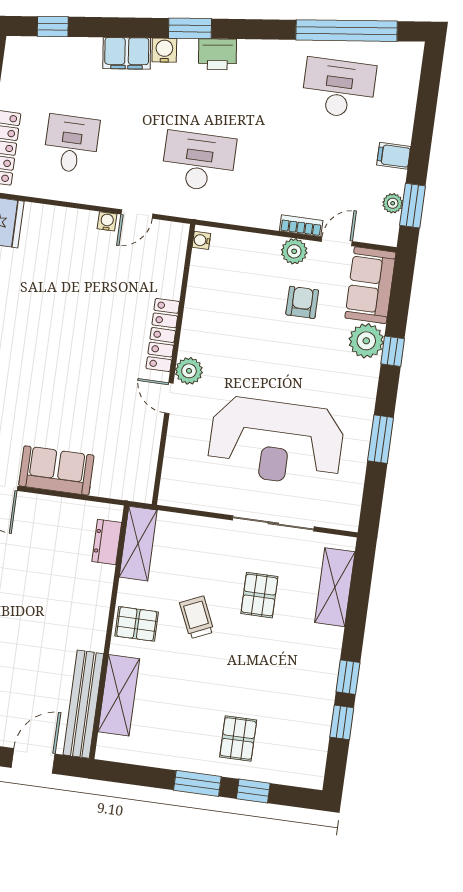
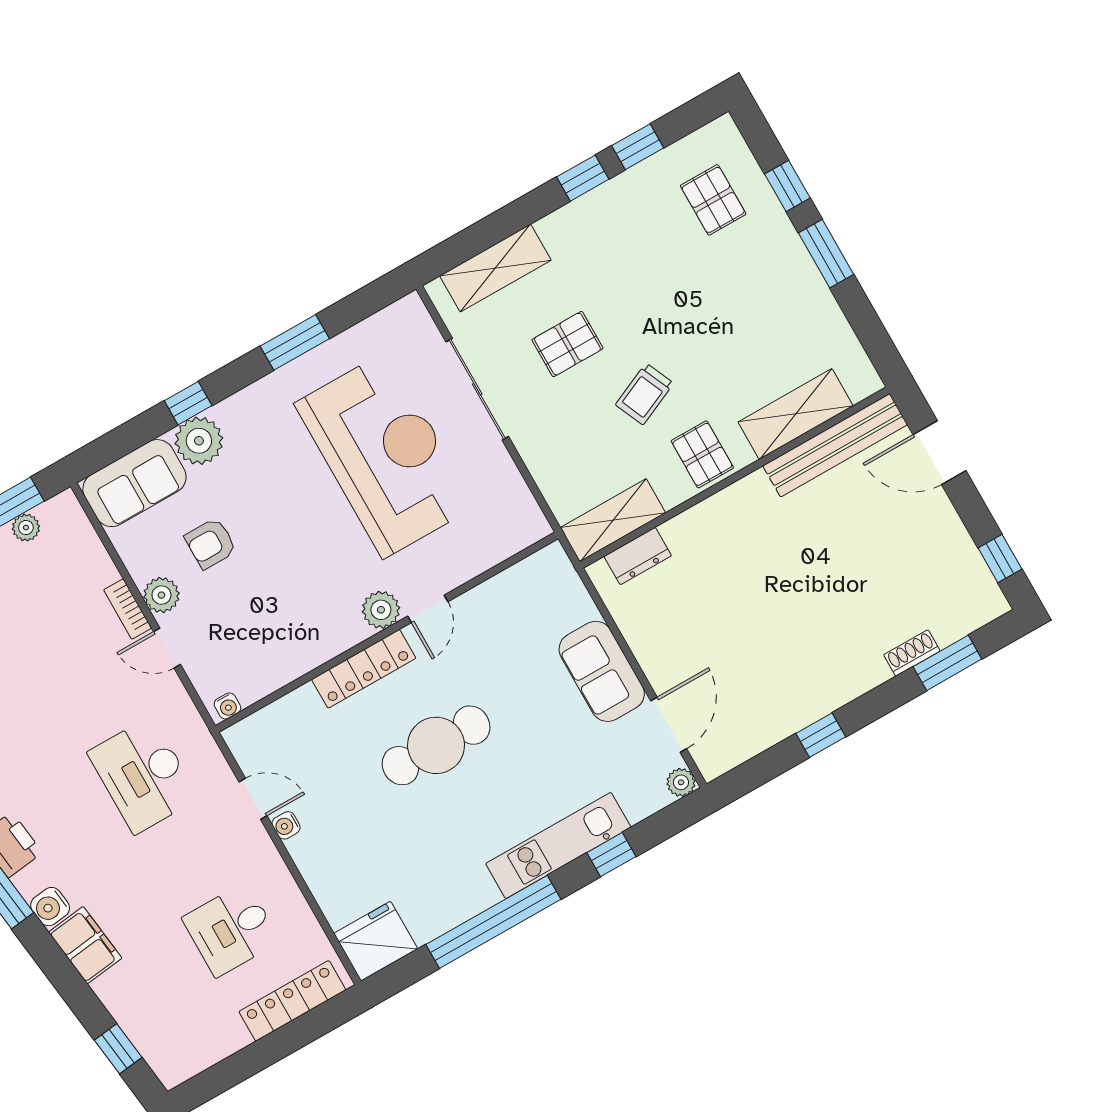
door: (337, 241) -> (167, 648), moved
cafe table: (87, 343) -> (436, 745), added
pallet: (238, 738) -> (713, 200), moved, turned 90

